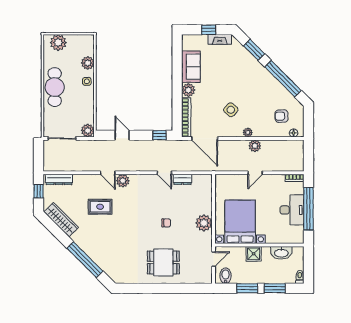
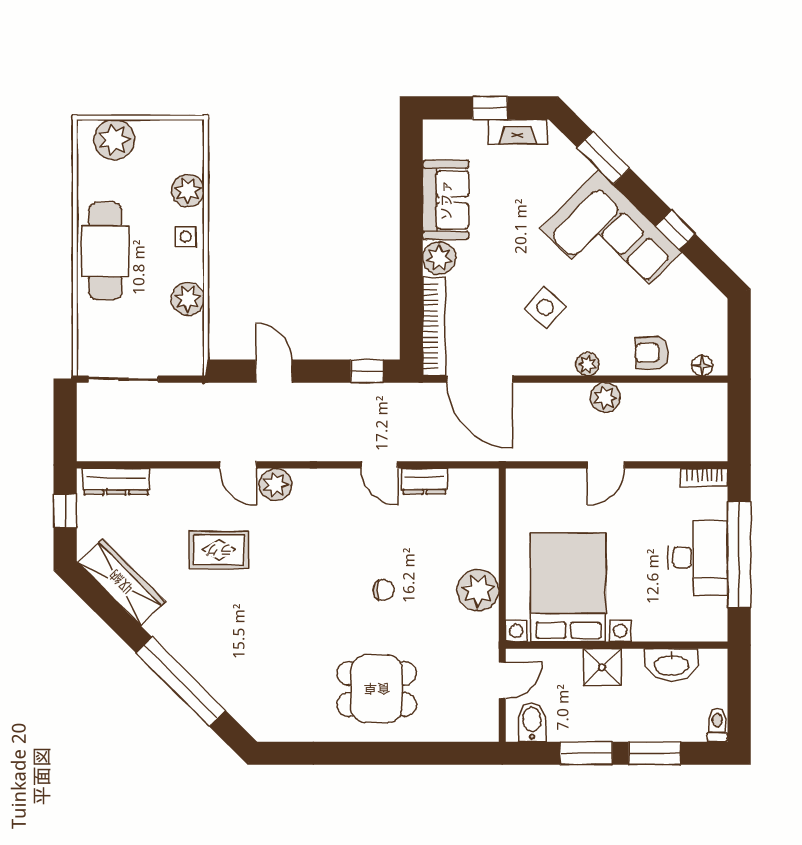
window: (283, 79) -> (675, 230), width x0.32
corner sofa: (257, 83) -> (611, 240), added
armchair: (282, 116) -> (652, 353), moved
plant: (88, 130) -> (188, 299), moved

